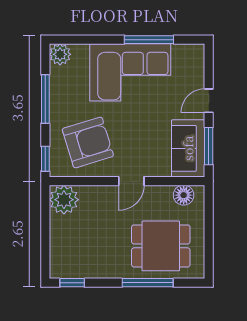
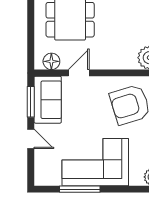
door: (209, 101) -> (31, 139), hinge flipped
door: (131, 181) -> (79, 73), moved

